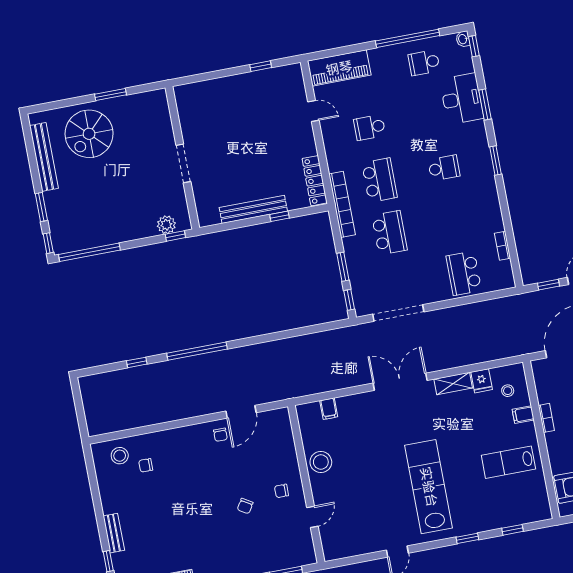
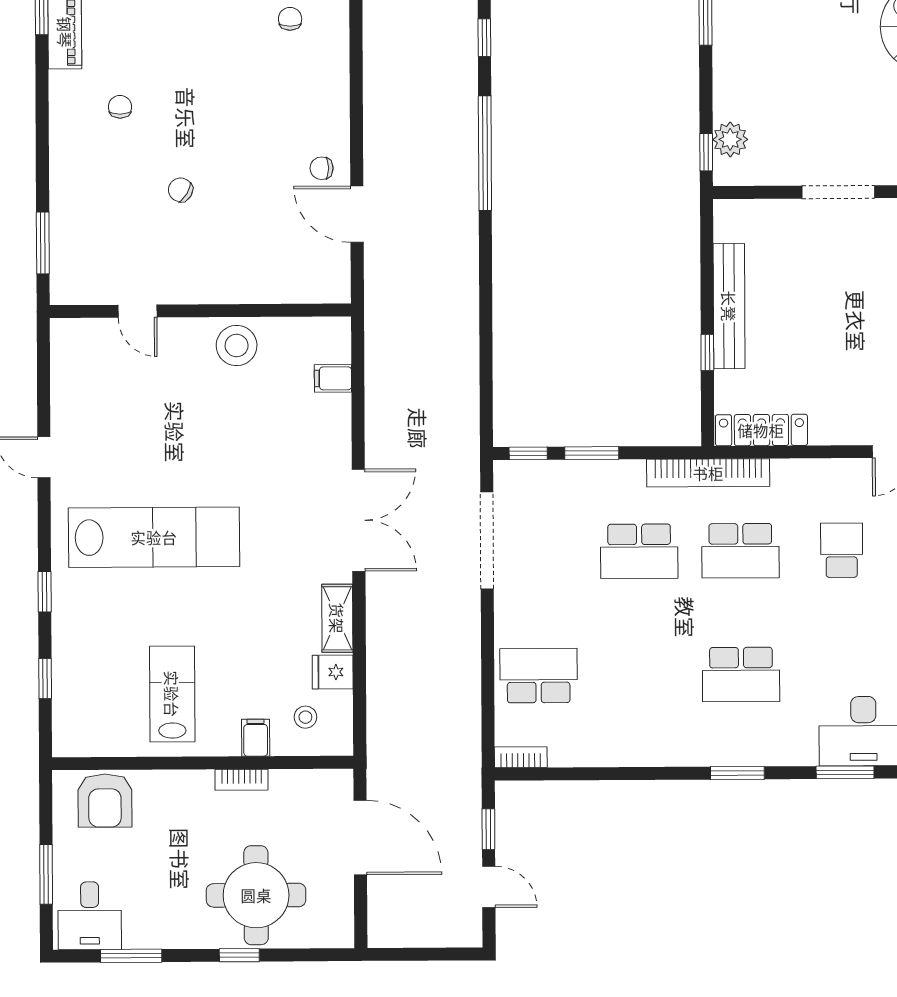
school desk: (444, 168) -> (741, 675), width x1.85
bookcase: (503, 246) -> (521, 757), moved
chair: (282, 491) -> (120, 107), moved

